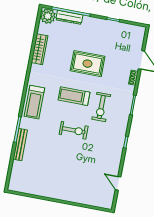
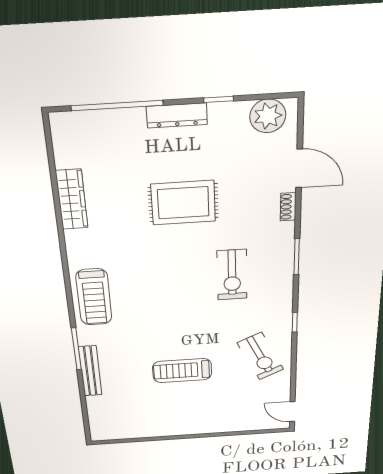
plant: (48, 16) -> (268, 116), moved
dresser: (69, 17) -> (177, 115), moved
treadmill: (74, 96) -> (182, 371), moved
exercise bike: (74, 130) -> (260, 356), moved, turned 65
door: (118, 183) -> (292, 412), moved

